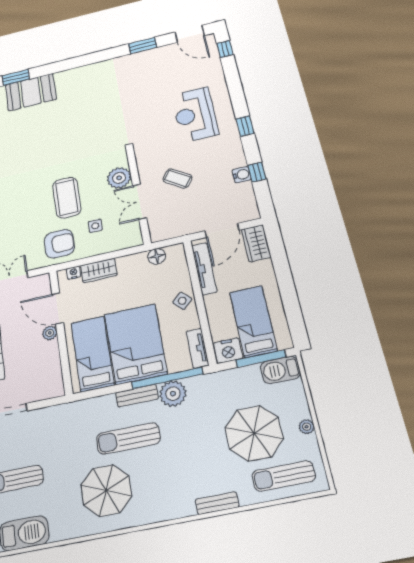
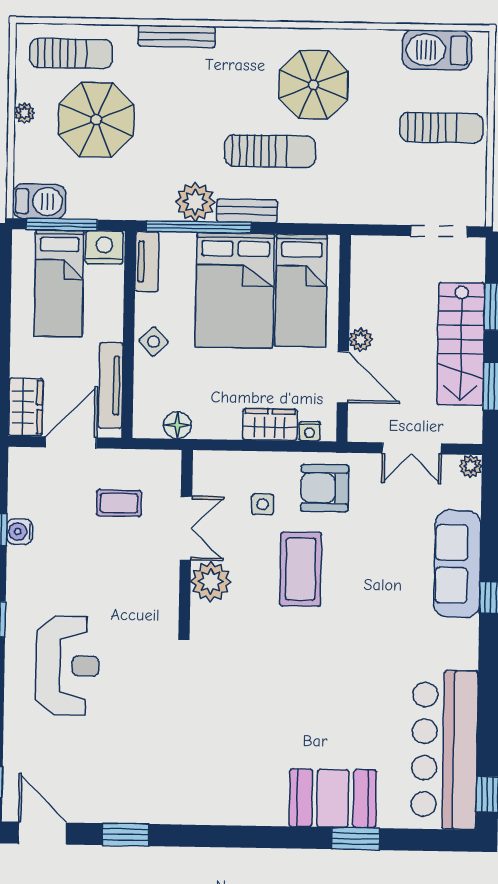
coffee table: (178, 178) -> (119, 503), moved, turned -35
bench: (217, 503) -> (177, 36), width x1.36

